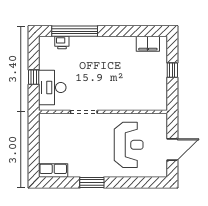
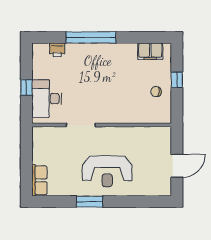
window: (75, 31) -> (91, 37), moved
chair: (153, 81) -> (156, 92), added
reception desk: (129, 145) -> (107, 171), moved, turned 90
row of seats: (53, 171) -> (39, 180), moved, turned 90

